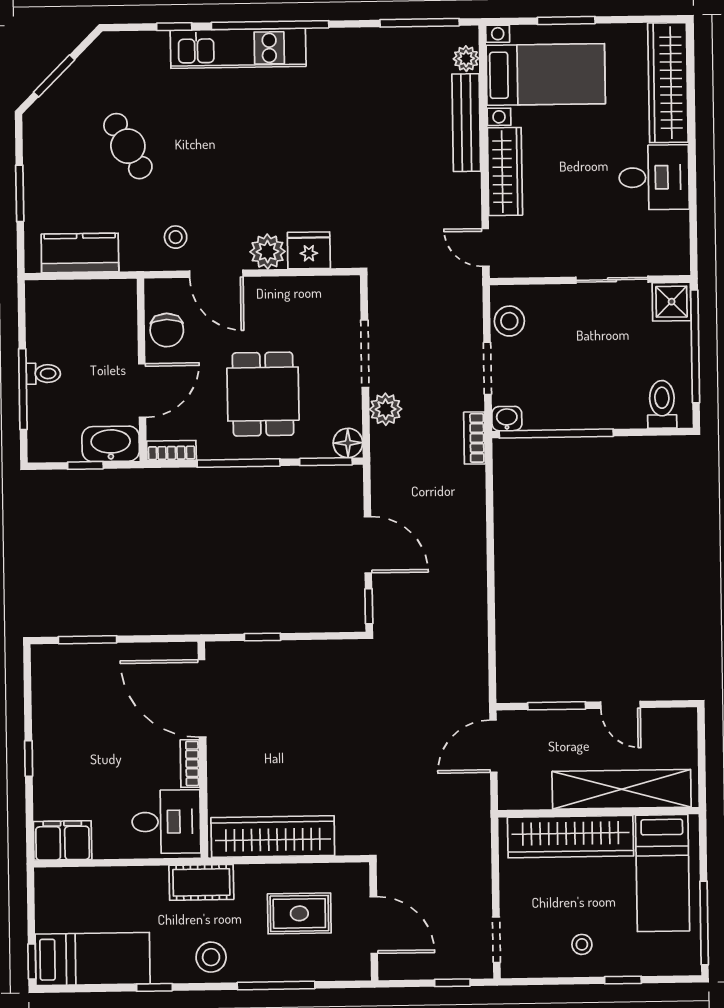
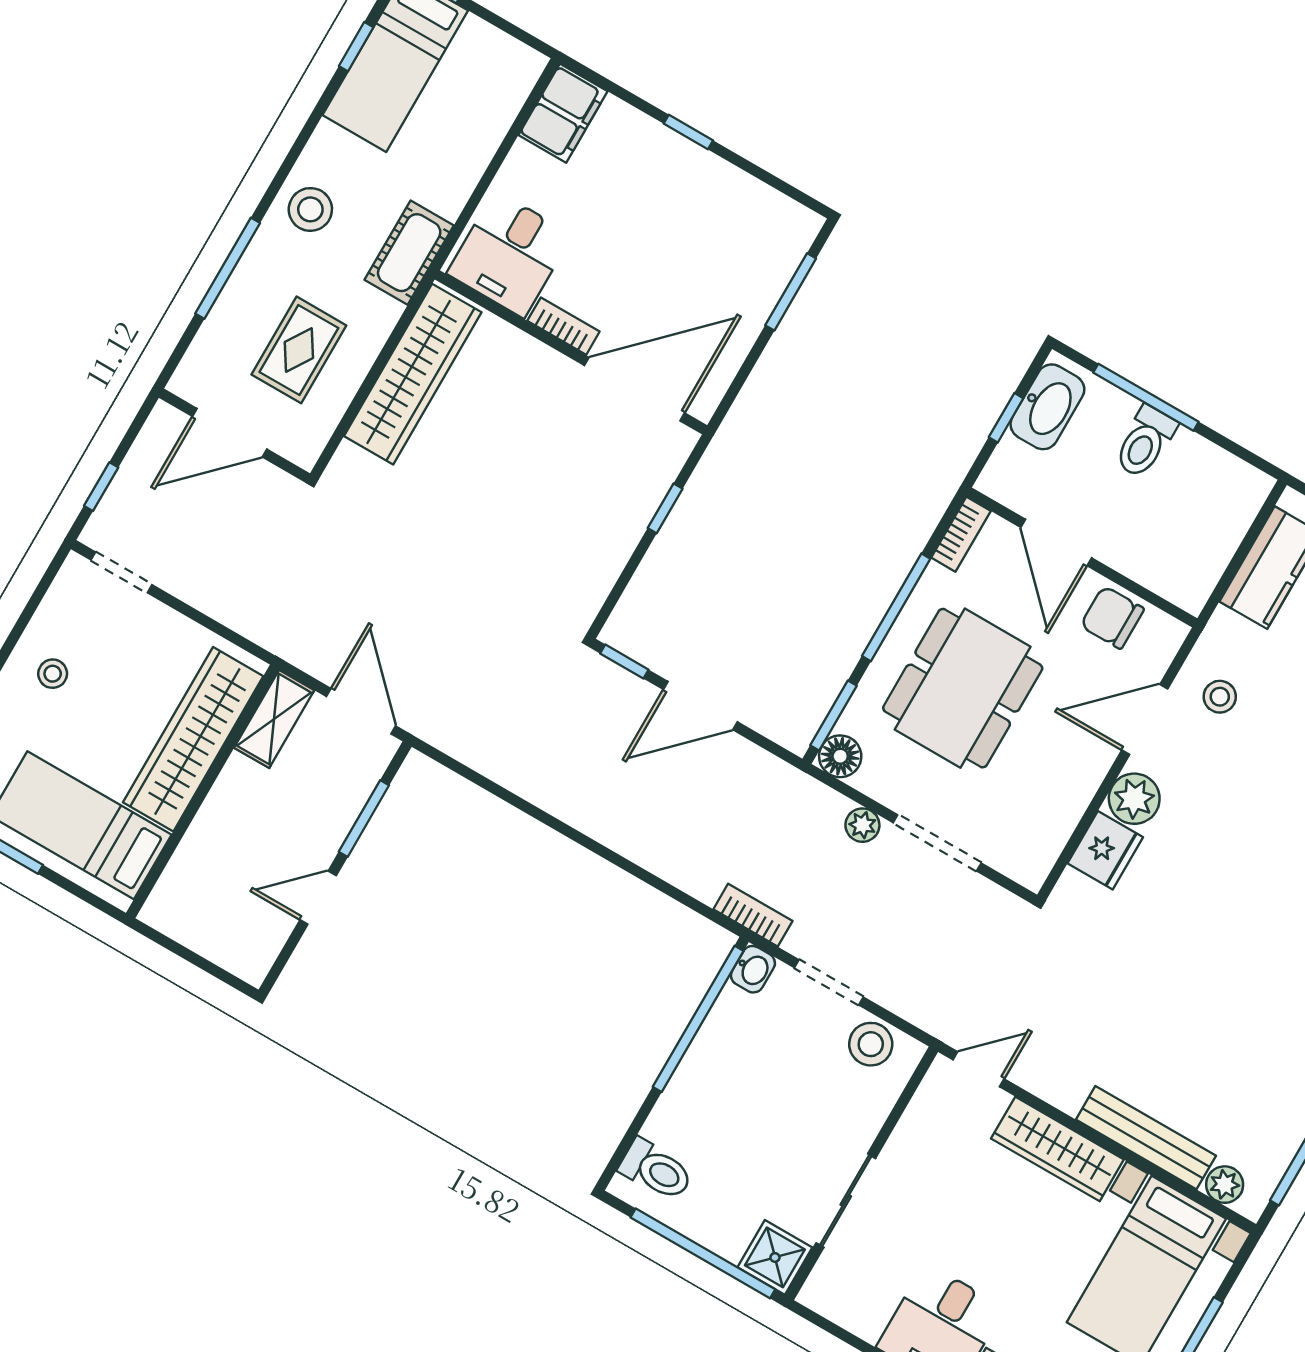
toilet: (43, 374) -> (1145, 442), width x1.37, depth x1.39
dining table: (263, 394) -> (963, 688), width x1.38
plant: (386, 409) -> (862, 825), width x0.73, depth x0.73
washbasin: (111, 444) -> (1047, 407), moved
shelving: (622, 789) -> (274, 719), moved, width x0.45, depth x0.75
window: (154, 987) -> (356, 47), moved

